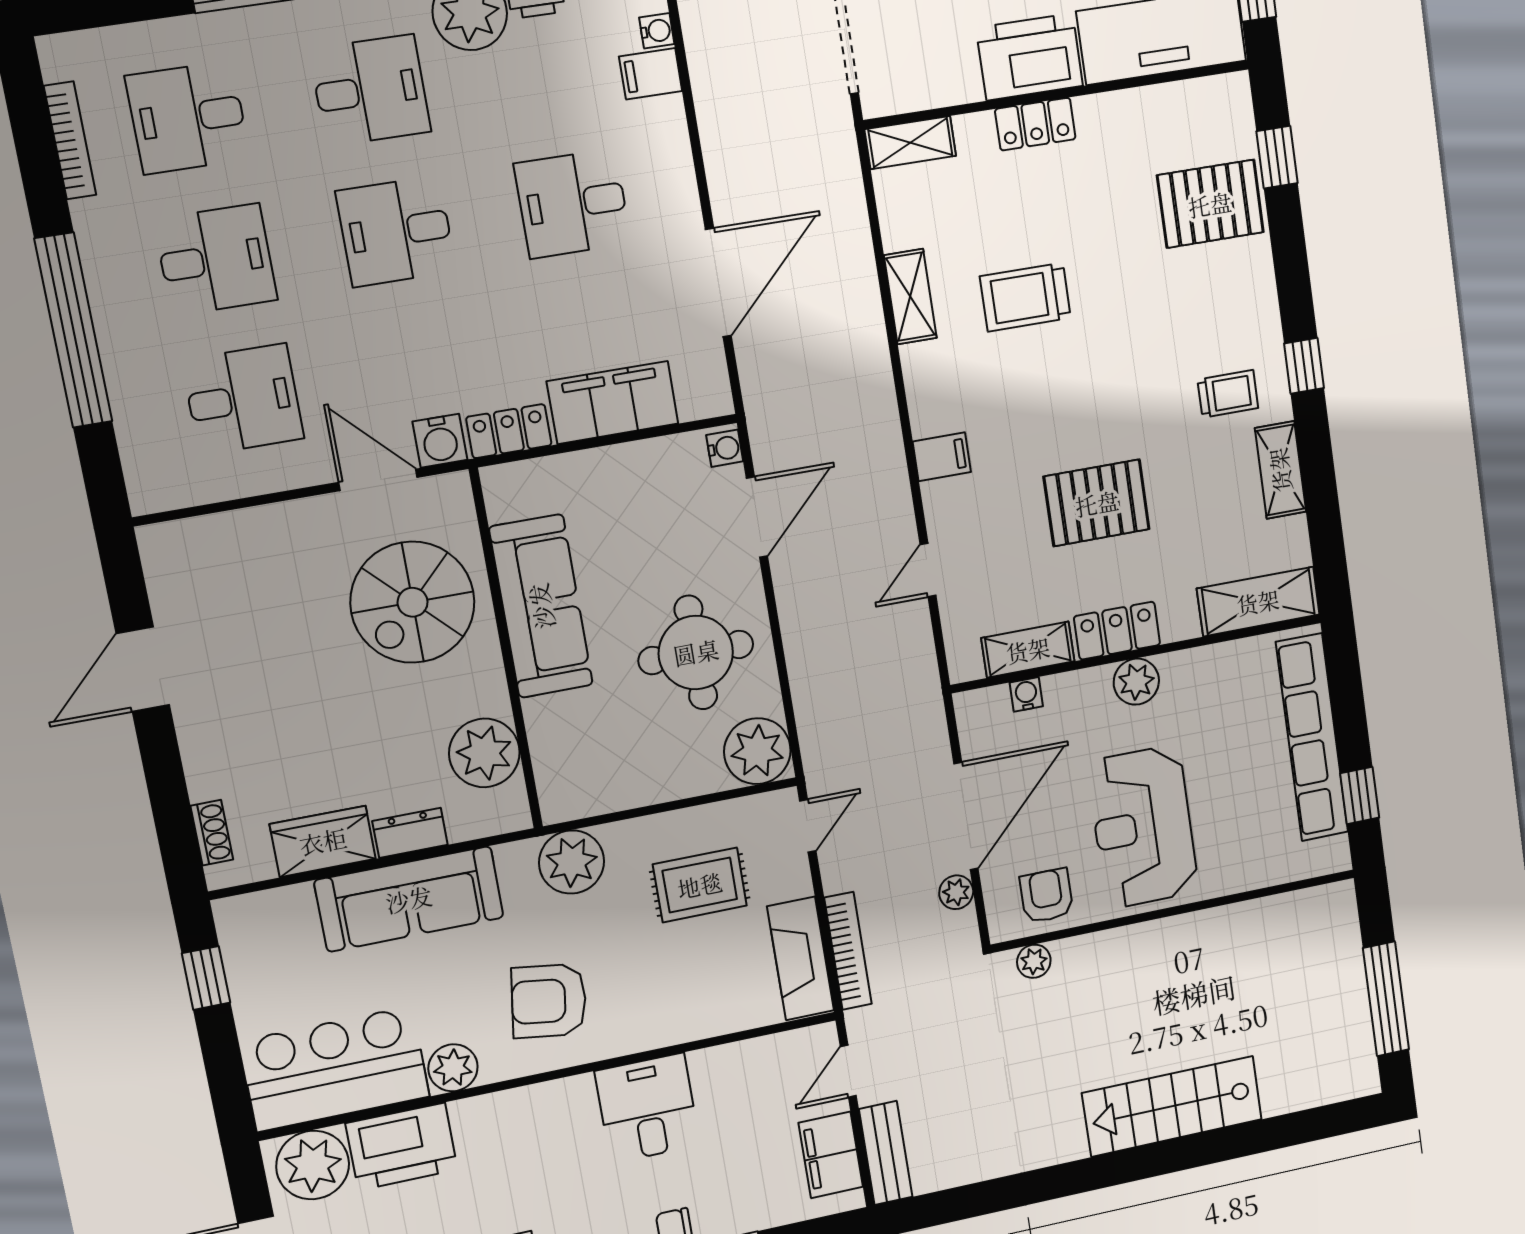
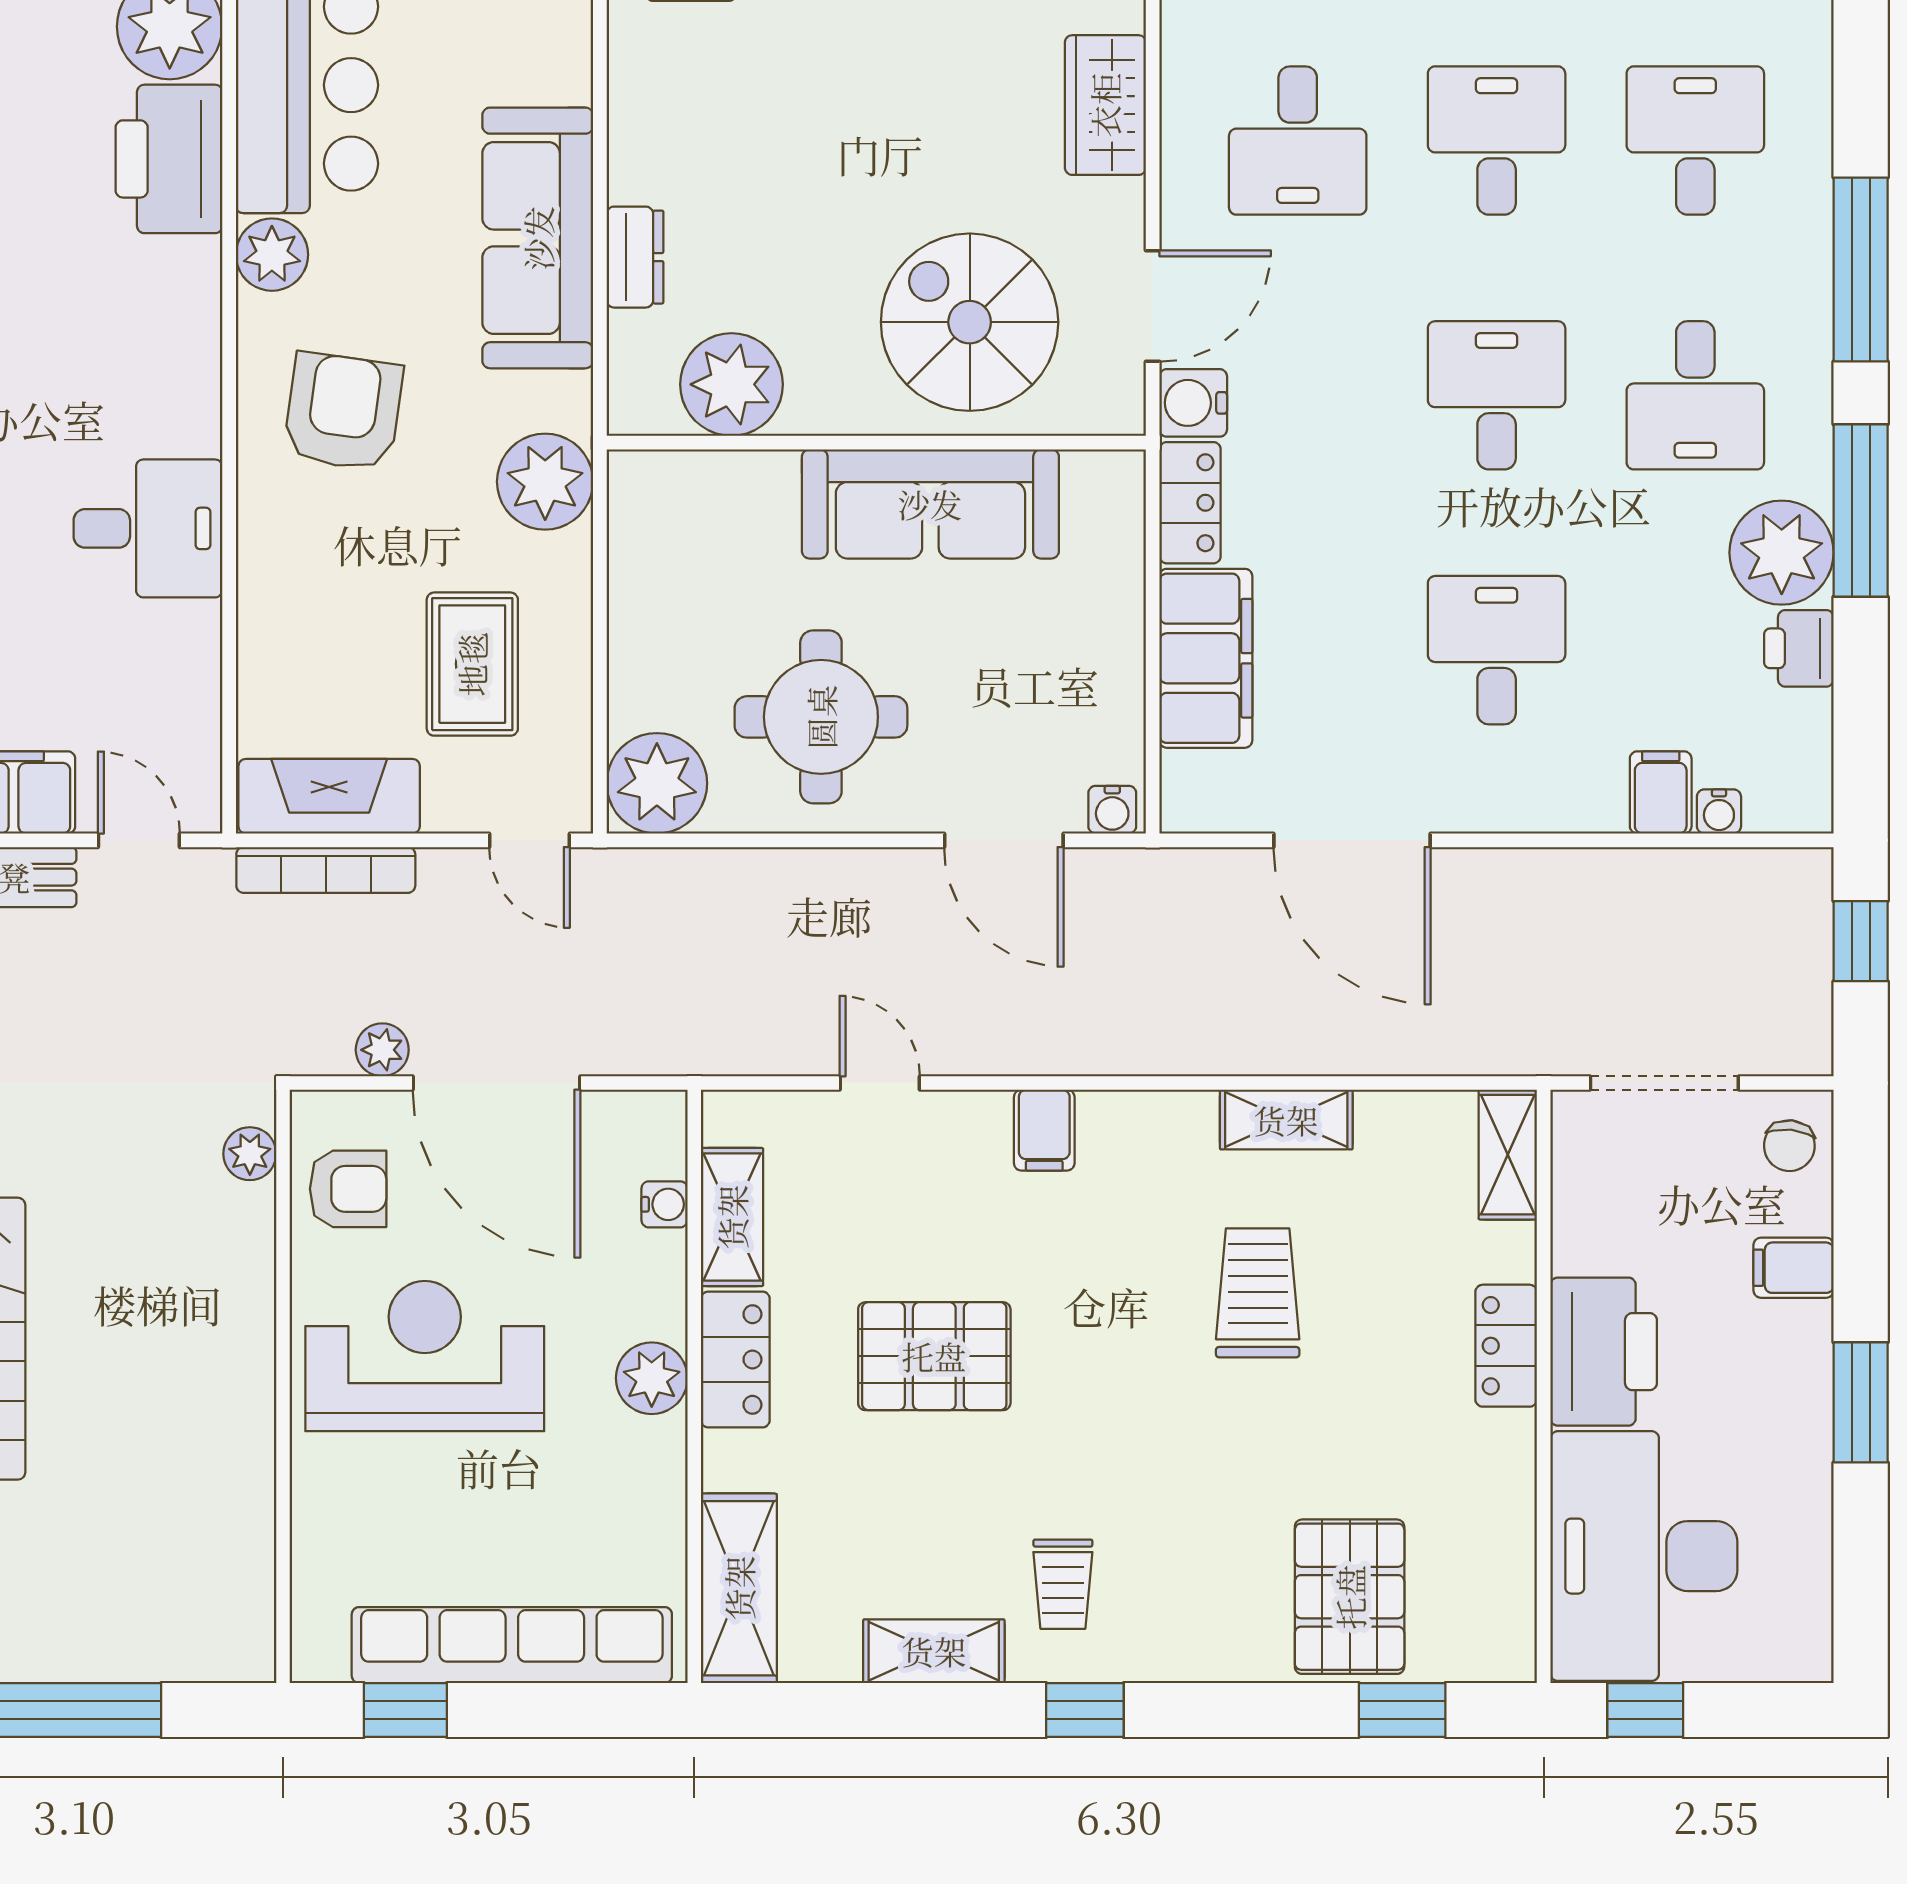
desk: (216, 260) -> (1497, 141), turned 180
pallet: (1097, 503) -> (934, 1356), turned 90
wardrobe: (323, 841) -> (1105, 105), moved, turned 180

